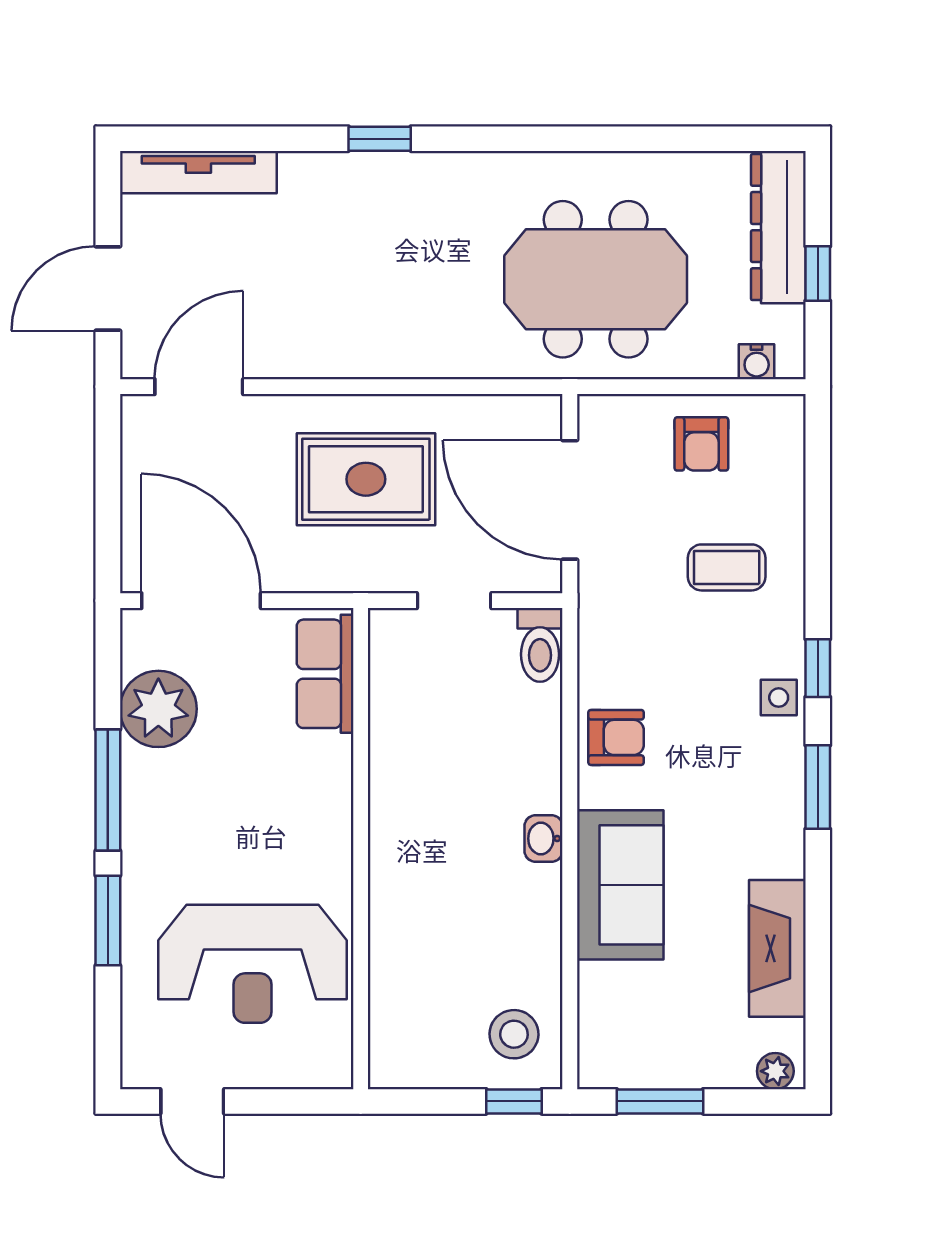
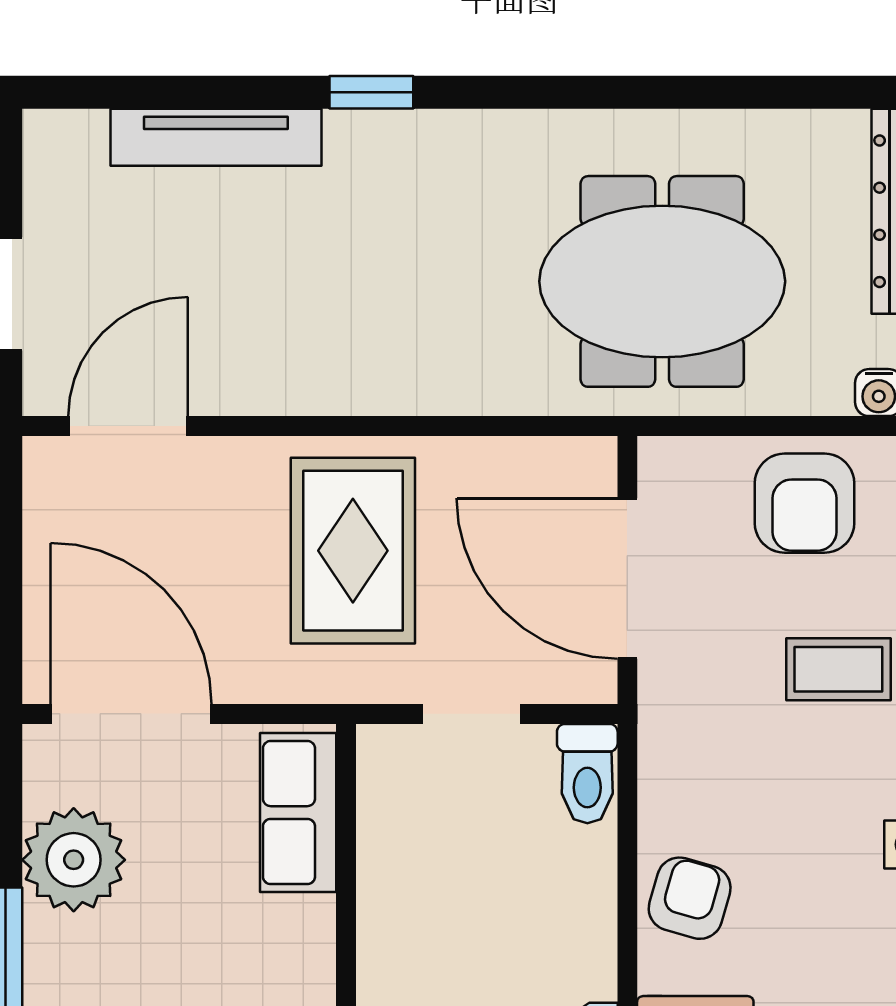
tv unit: (198, 172) -> (216, 137), moved
armchair: (701, 444) -> (805, 503), width x1.38, depth x1.38
rug: (366, 479) -> (353, 551), turned 90
armchair: (616, 737) -> (690, 898), turned -74

